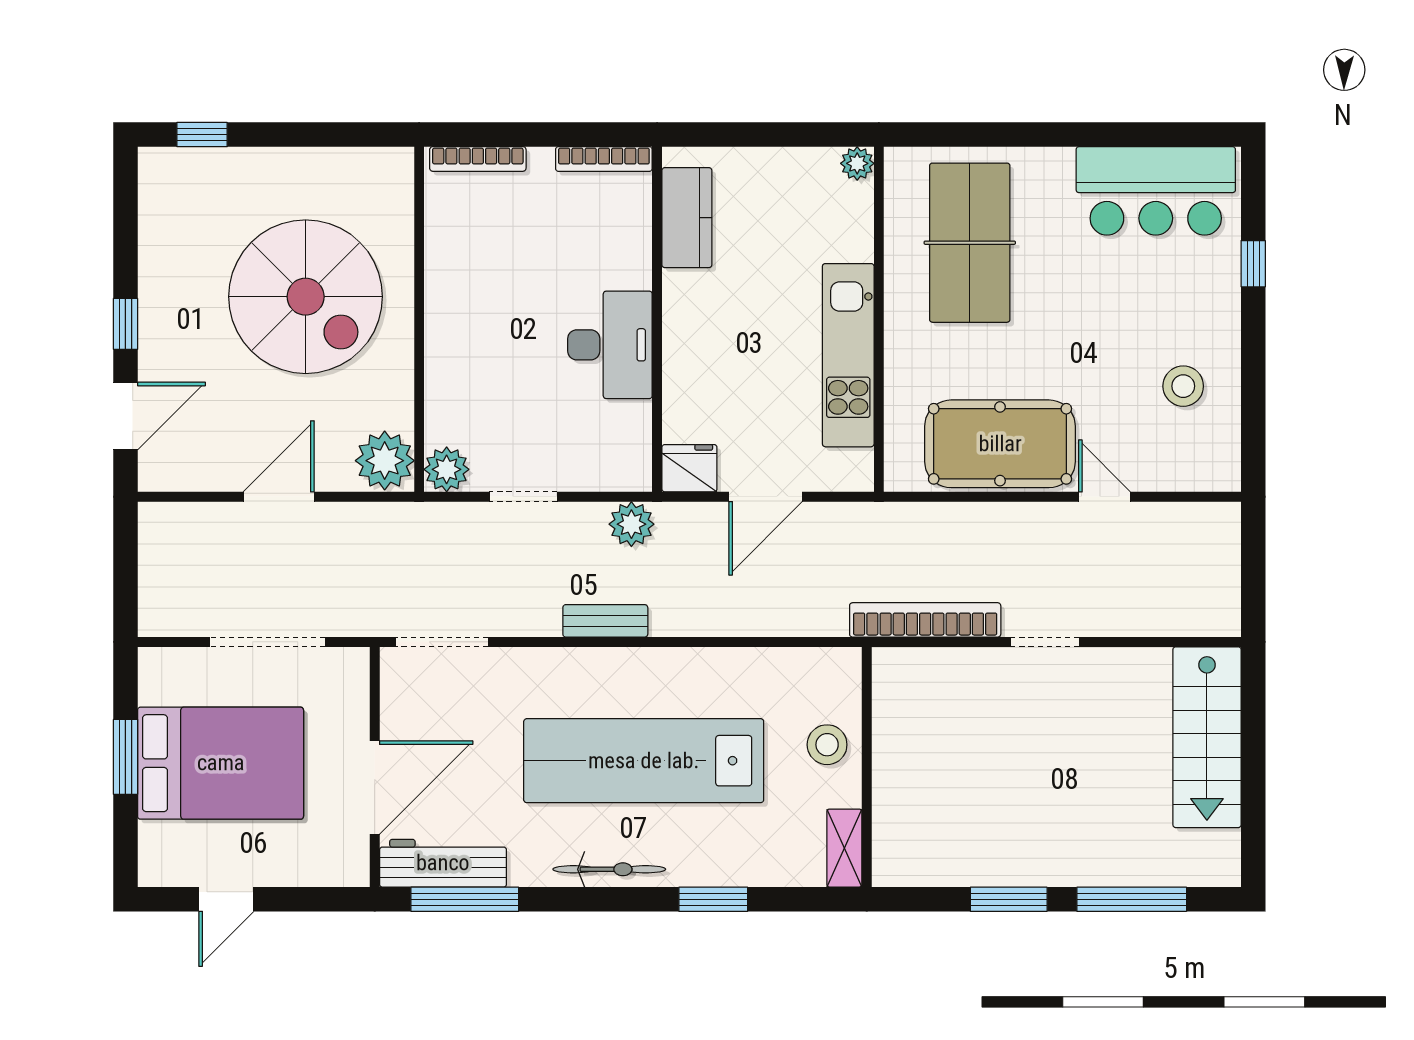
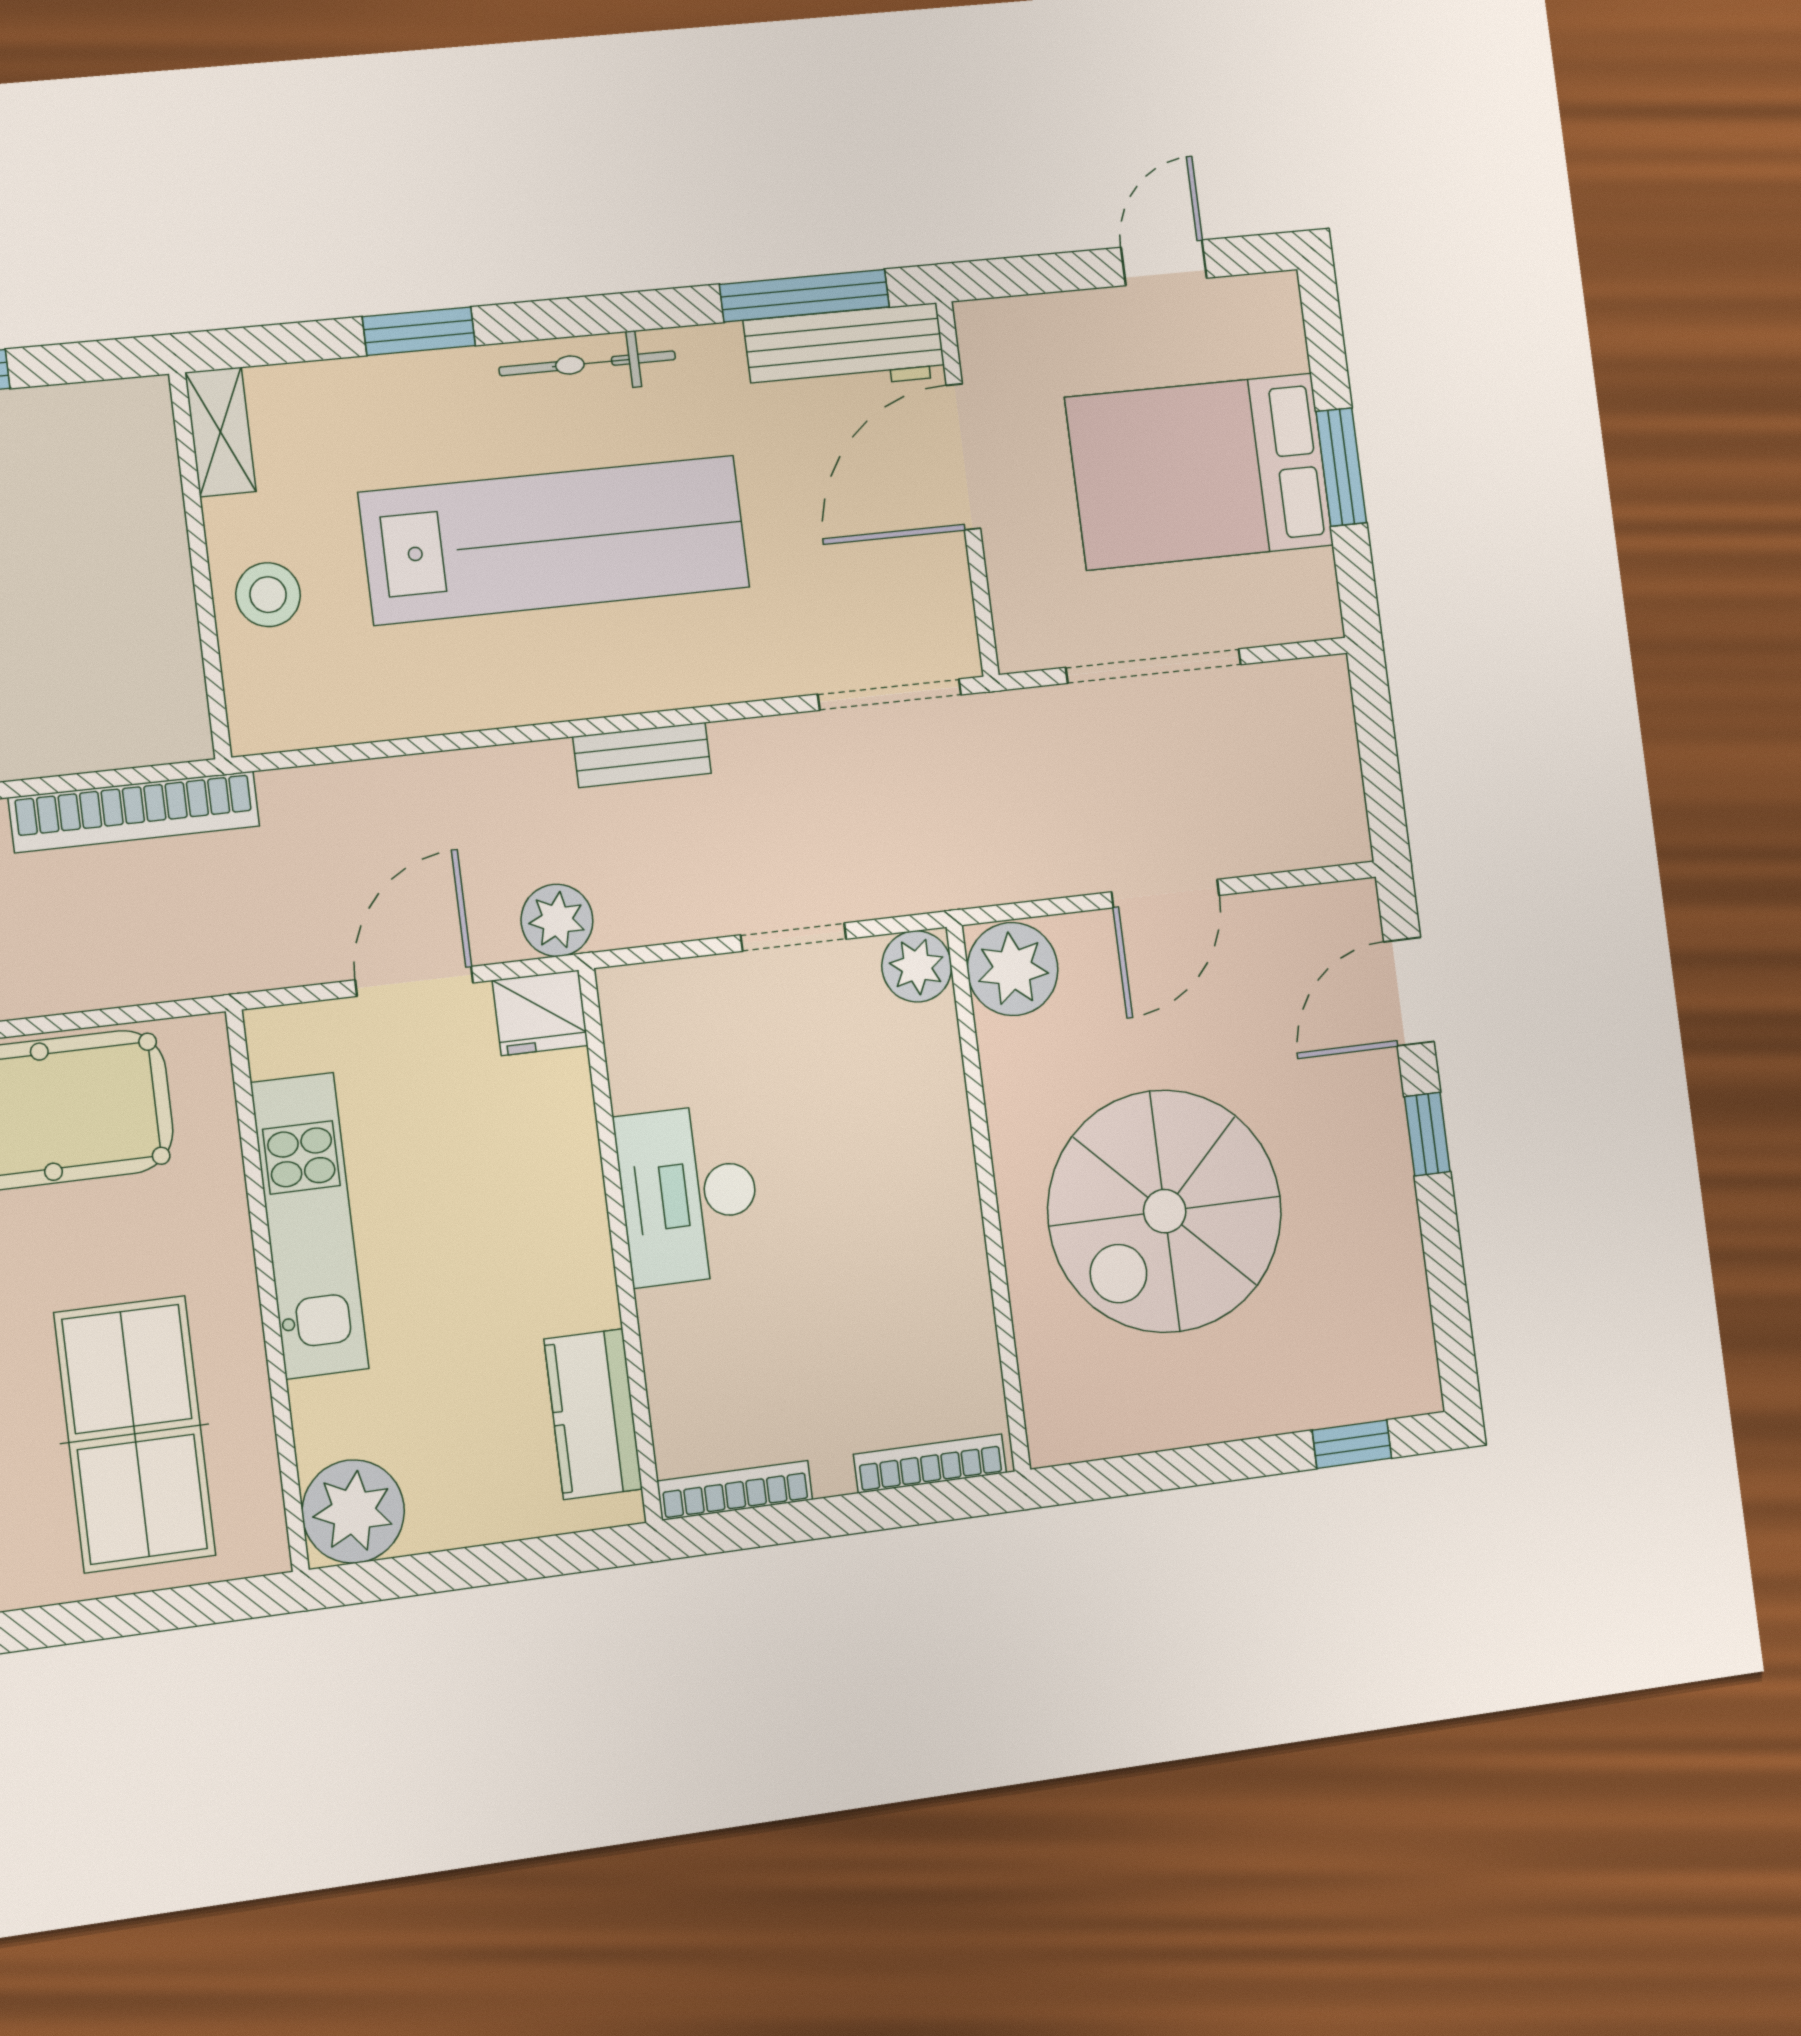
plant: (857, 163) -> (353, 1511), width x1.87, depth x1.87
spiral stairs: (306, 297) -> (1165, 1211), turned -90
plant: (631, 524) -> (557, 920), moved

